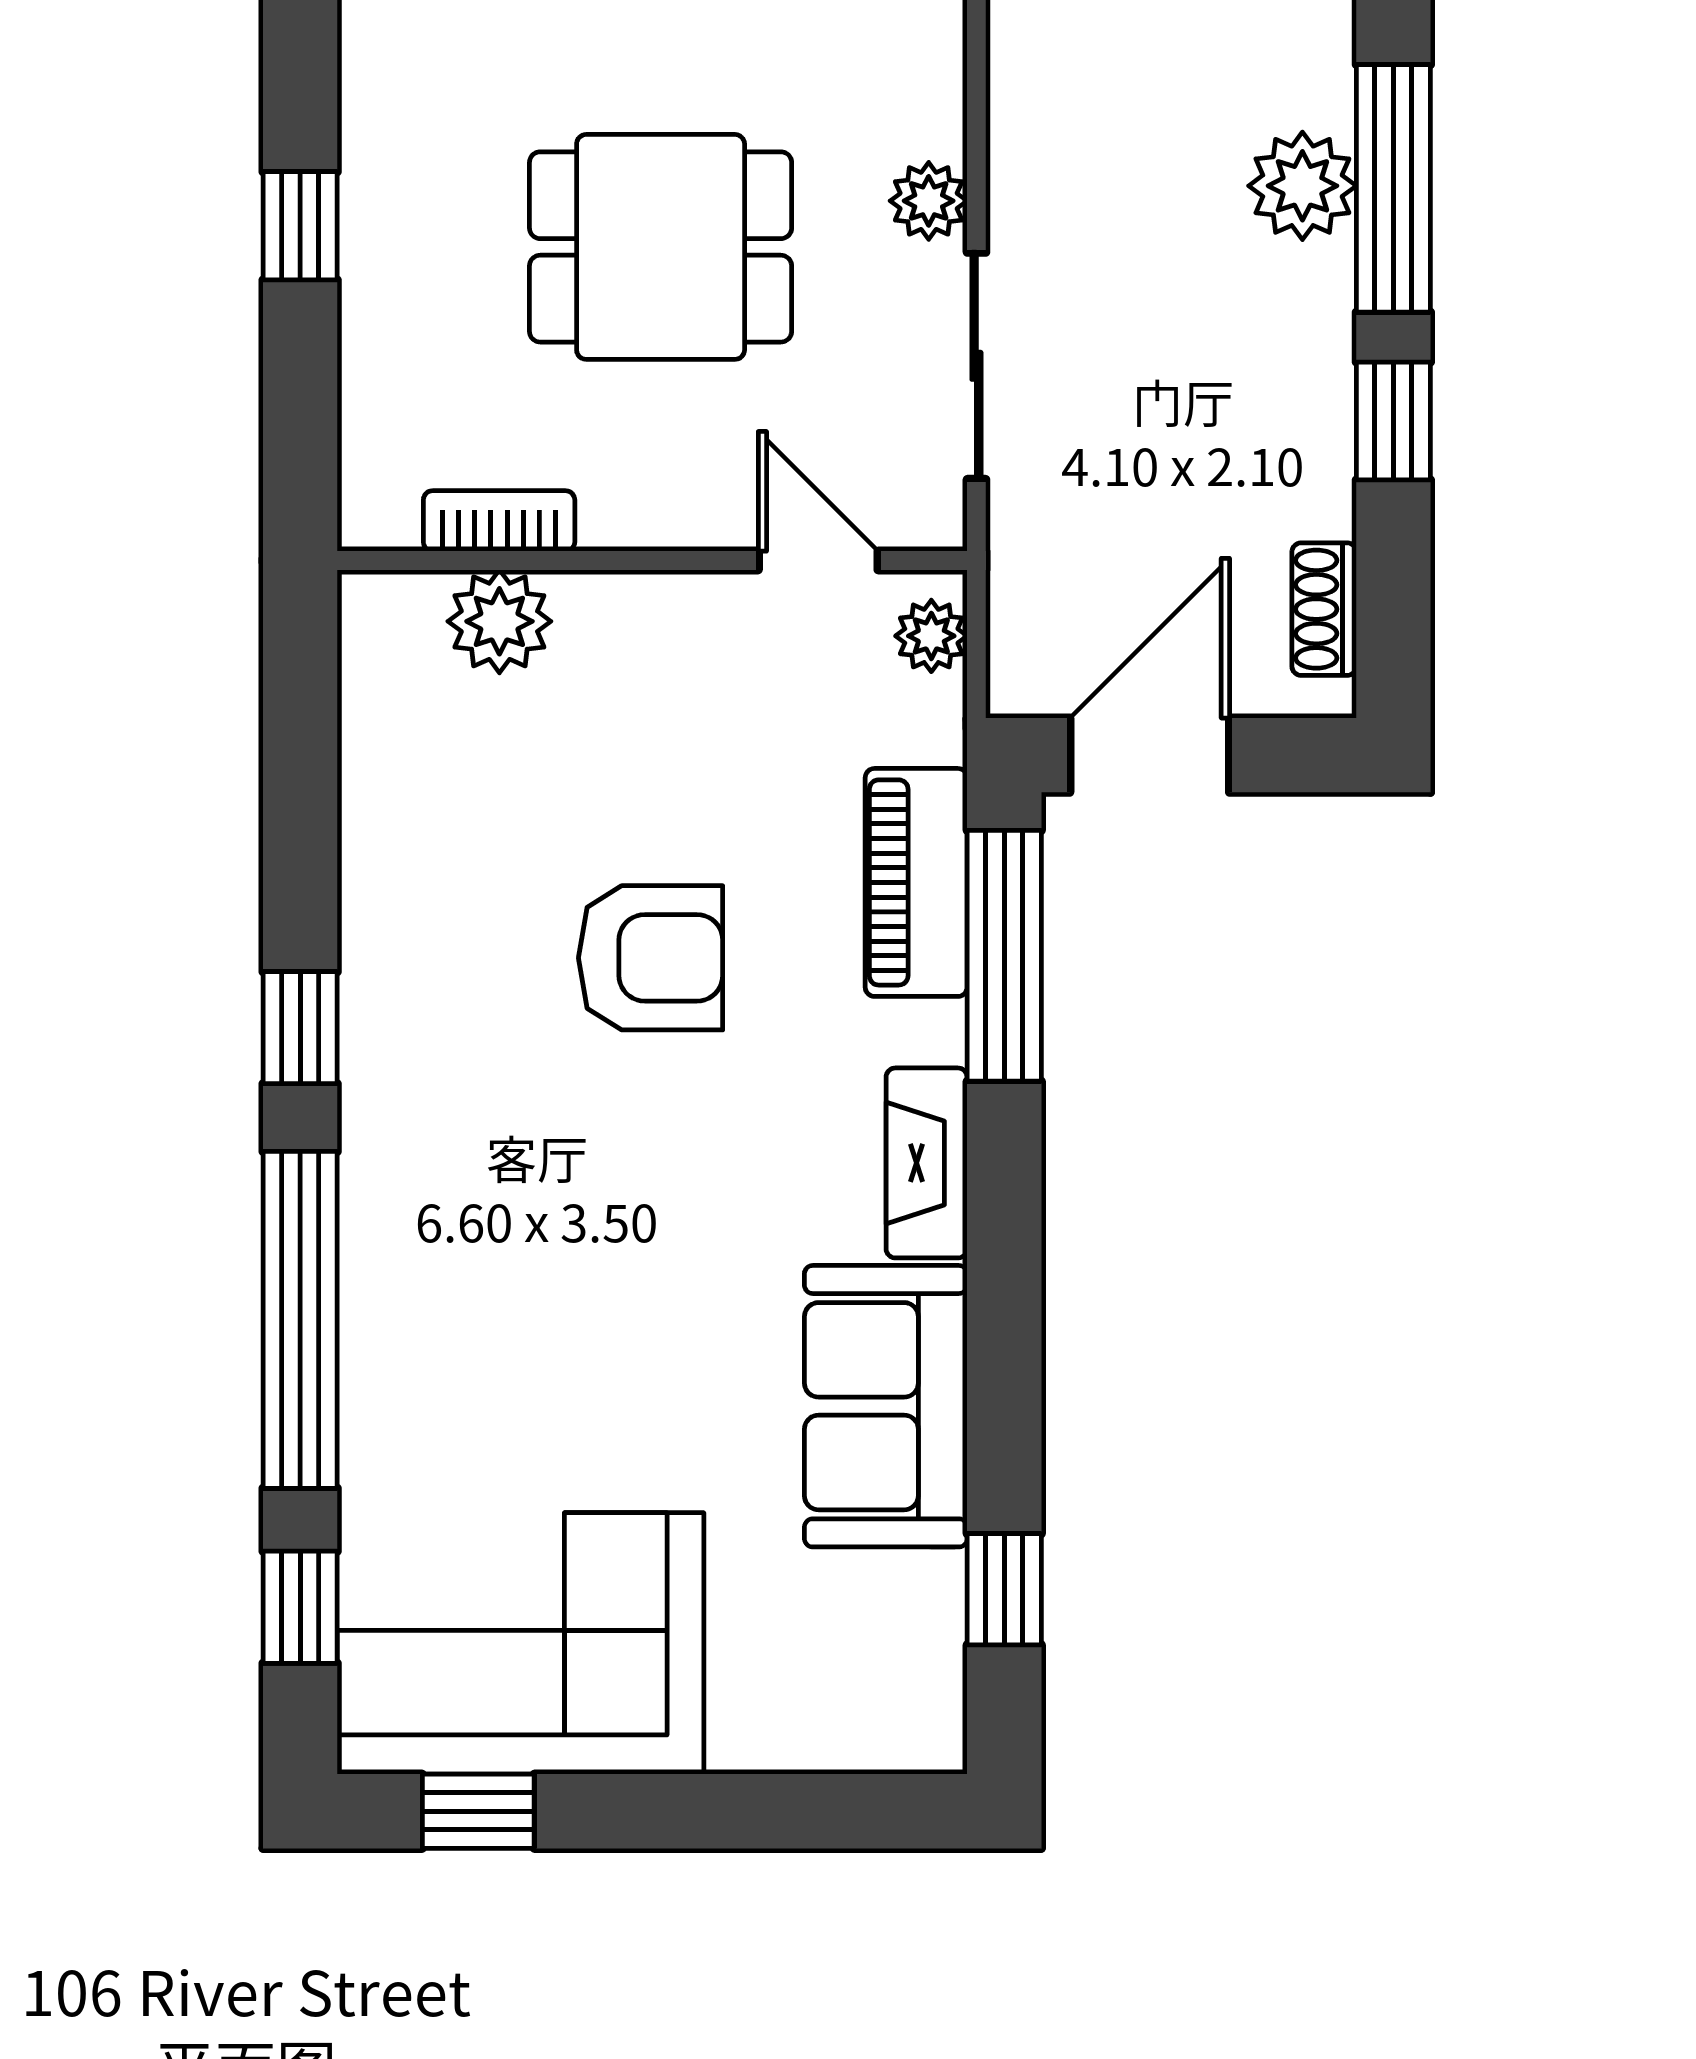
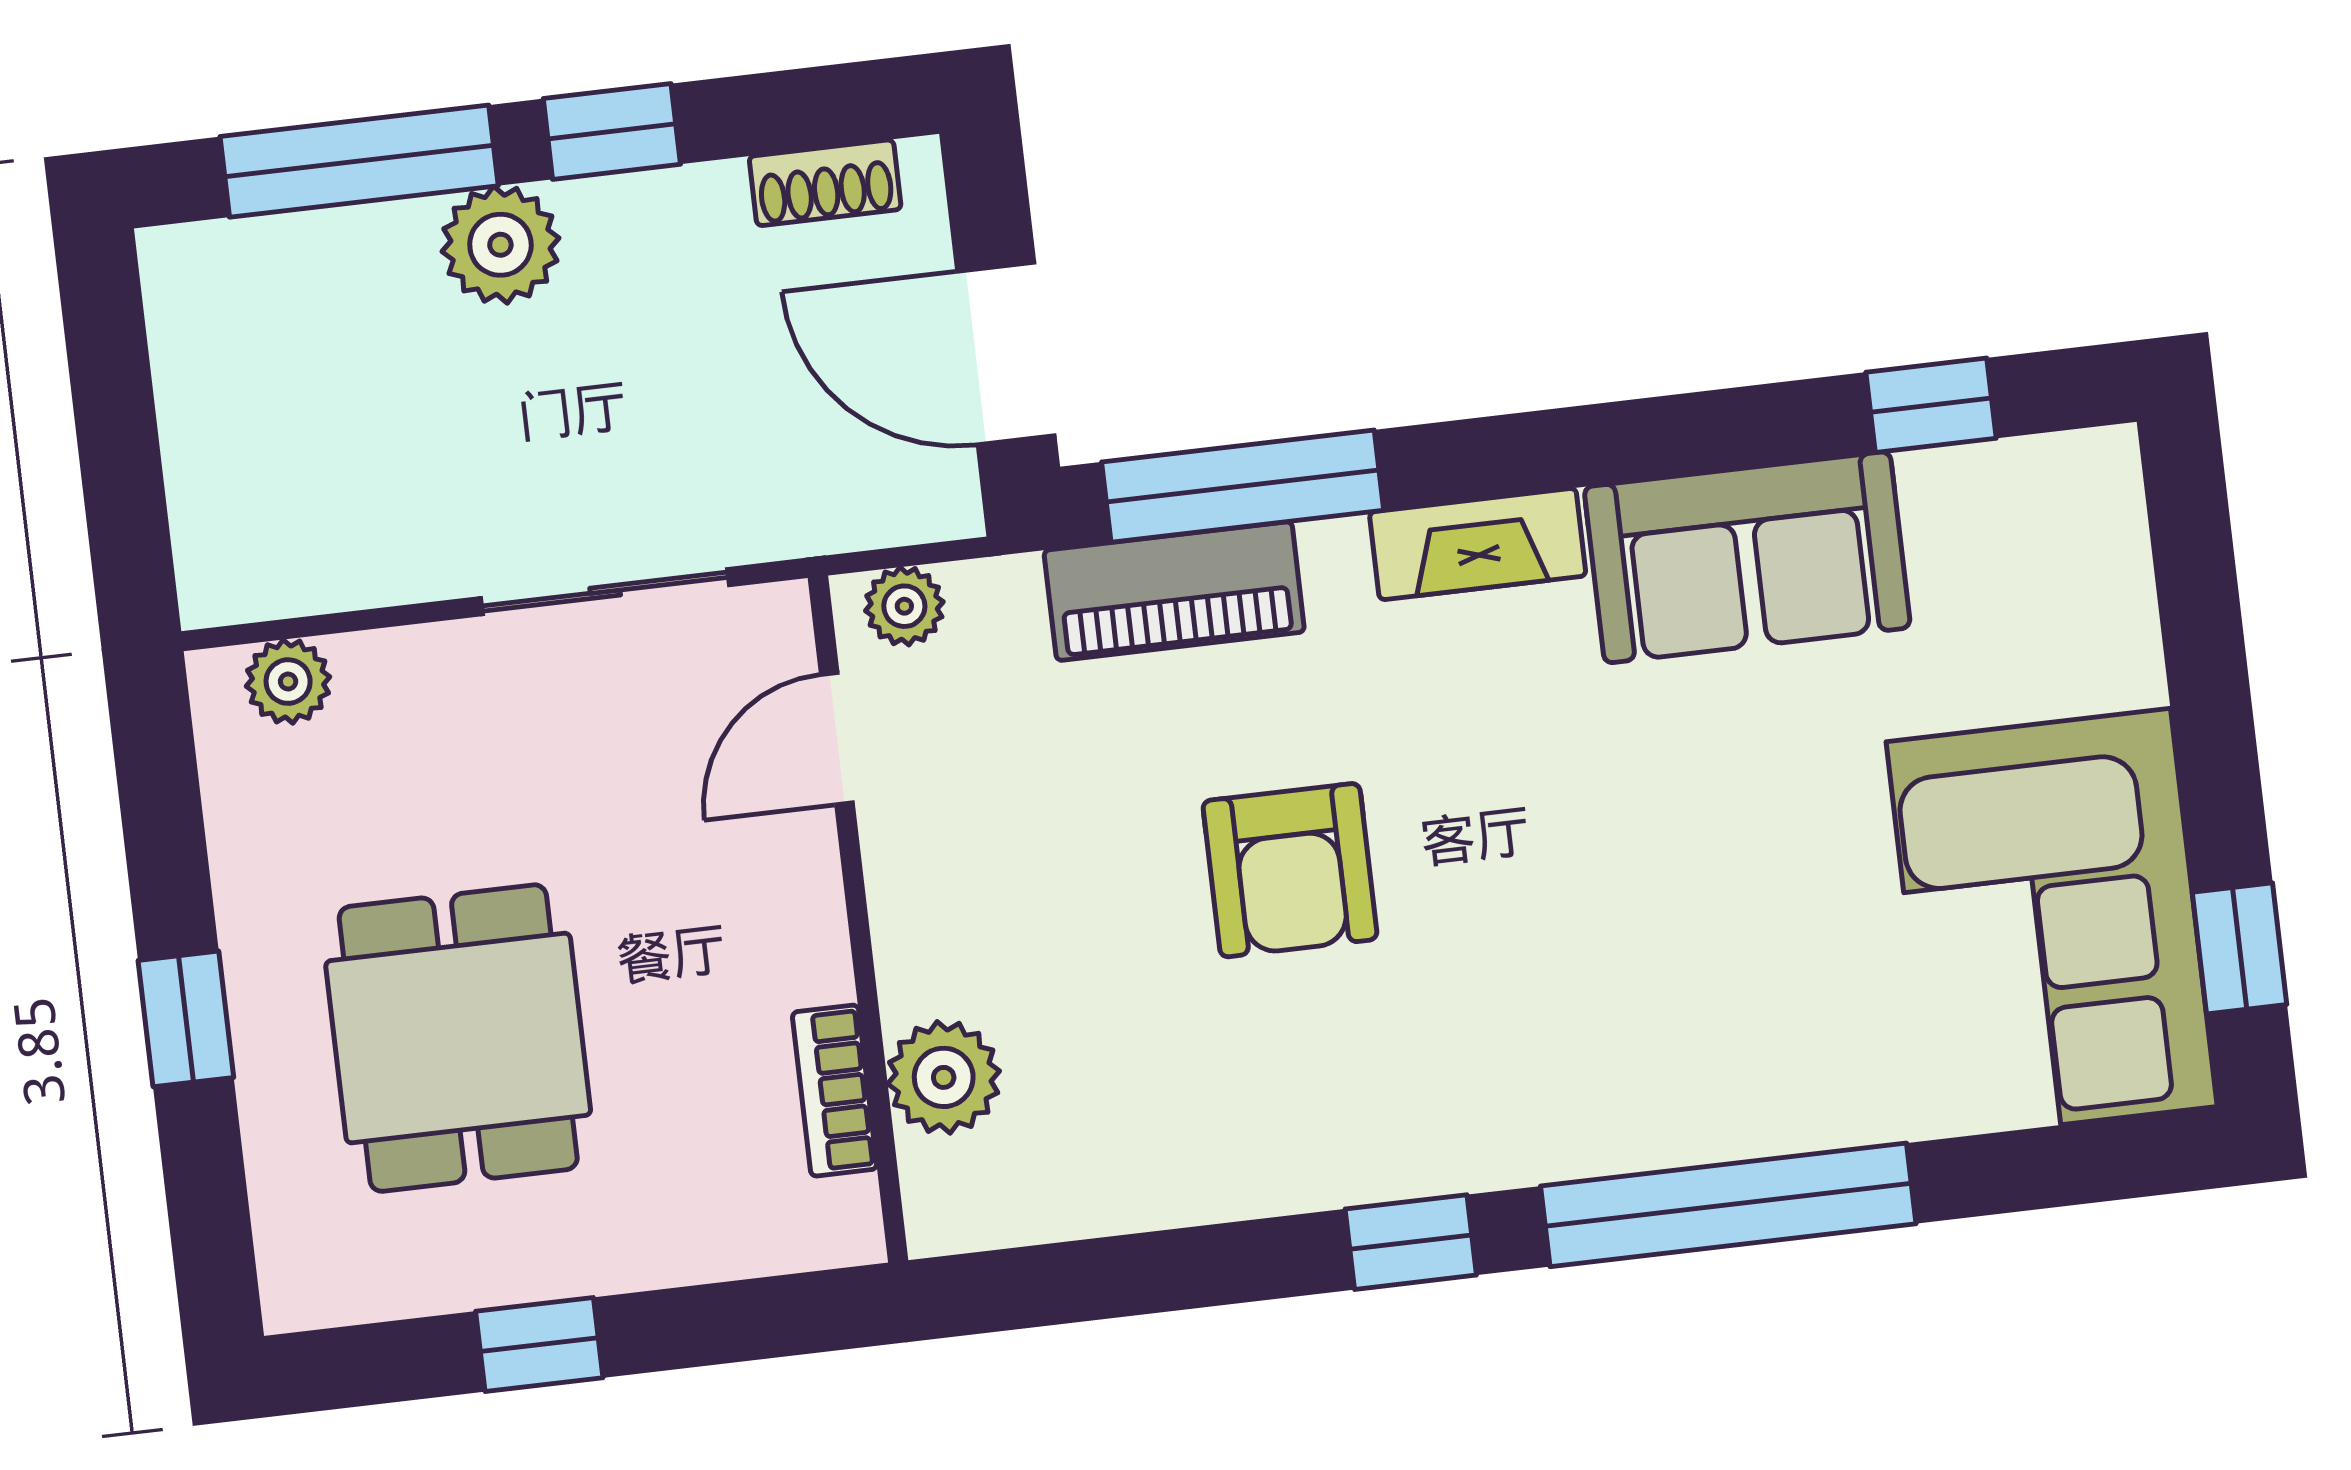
plant: (1302, 186) -> (500, 245), moved
plant: (929, 201) -> (288, 682), moved
dining table: (661, 247) -> (458, 1038), moved
armchair: (651, 958) -> (1290, 870), turned 180
window: (300, 1607) -> (2040, 1168), removed

